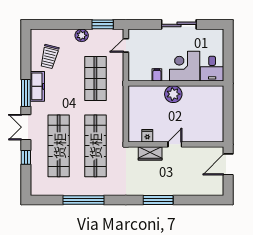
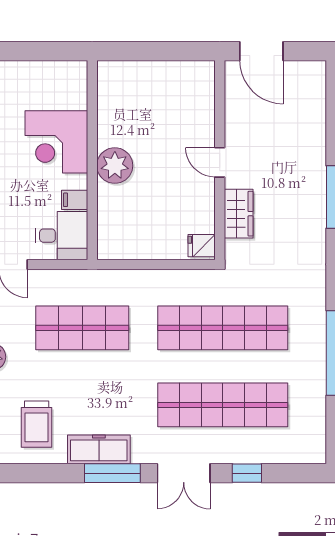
trolley: (49, 57) -> (37, 424), turned 76
desk: (212, 69) -> (61, 236), moved
fridge: (147, 136) -> (202, 246), moved

